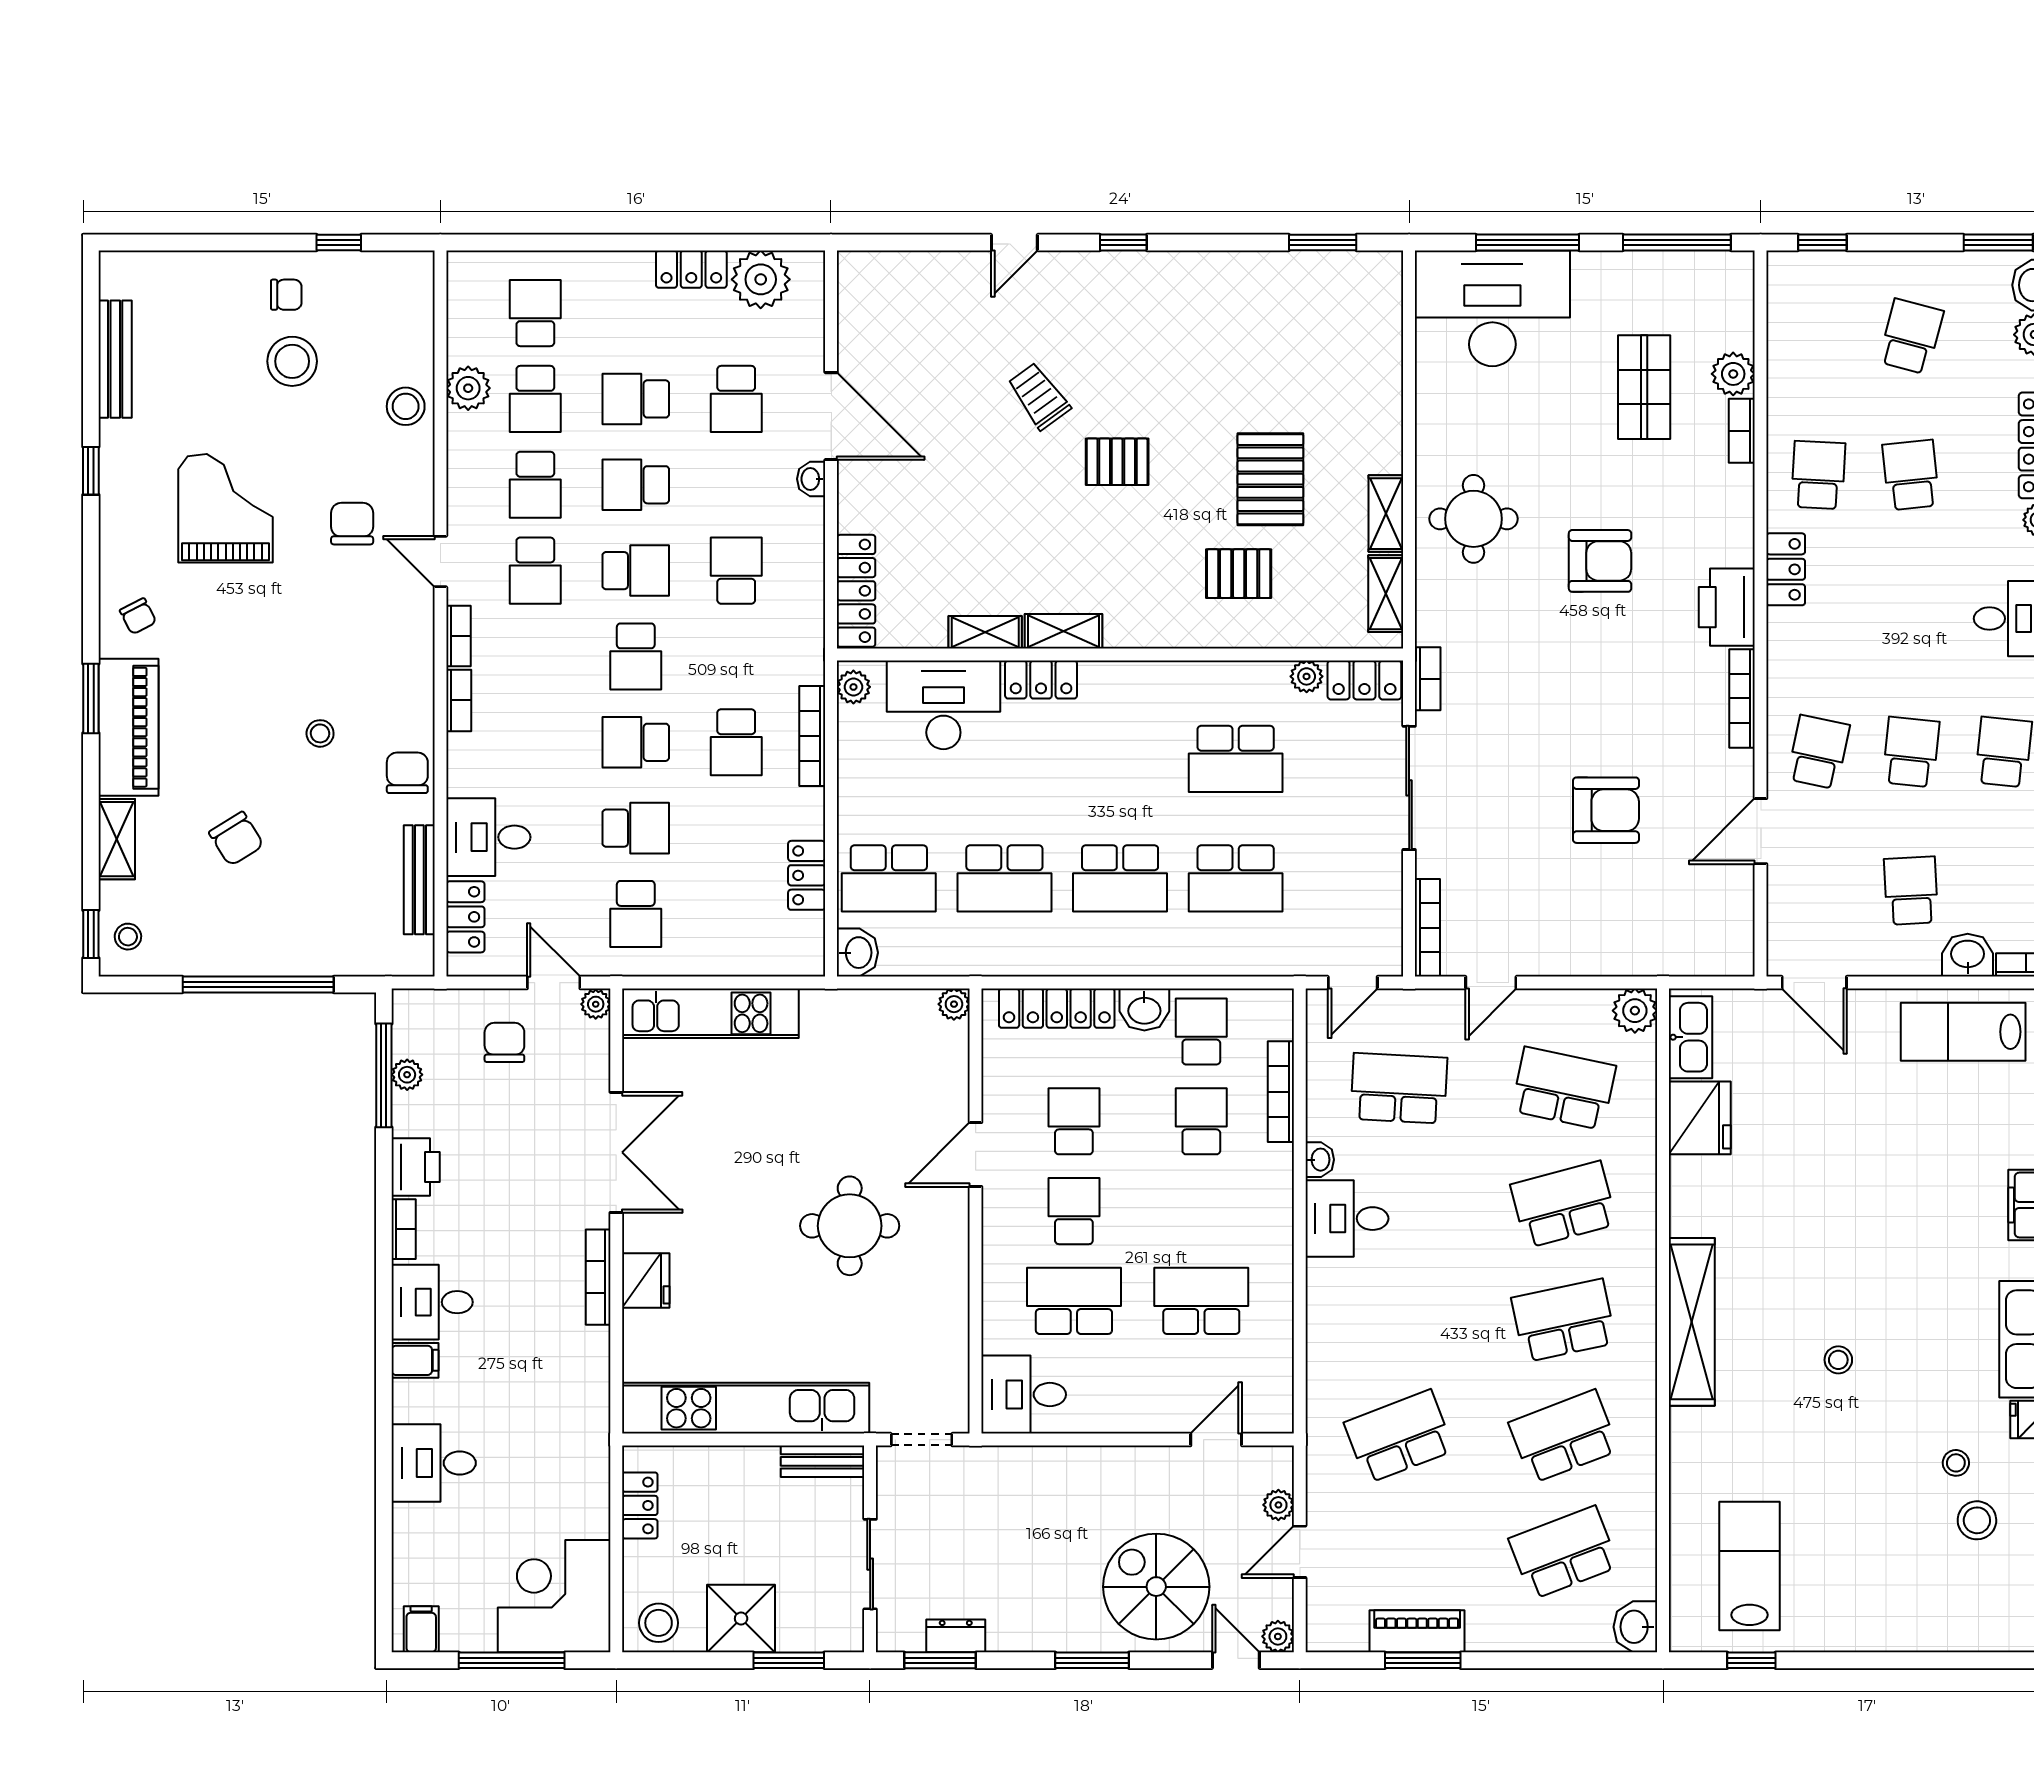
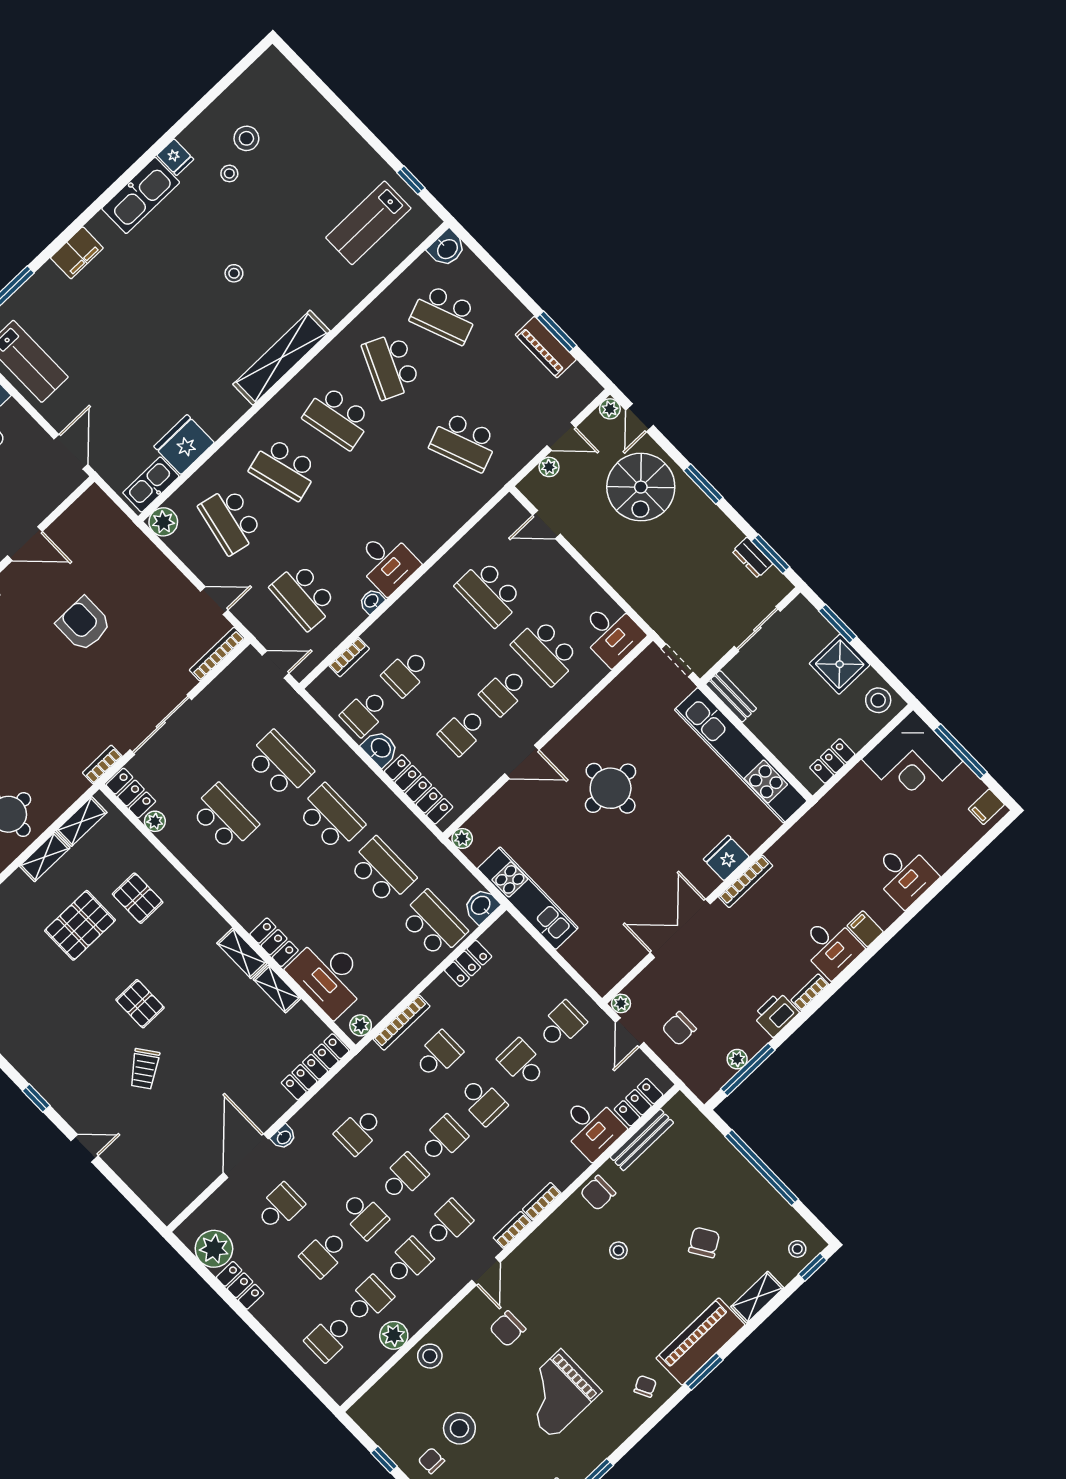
school desk: (636, 399) -> (324, 1253), turned 90
school desk: (636, 571) -> (404, 1177), turned 90
kitchen unit: (710, 1013) -> (528, 898), moved
bookcase: (1281, 1092) -> (349, 657), width x0.64
school desk: (1564, 1437) -> (391, 366), turned 45

